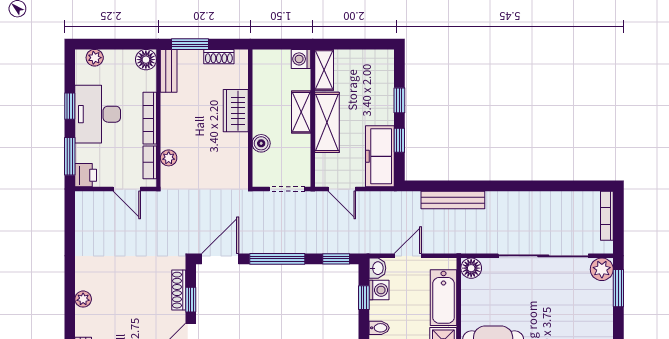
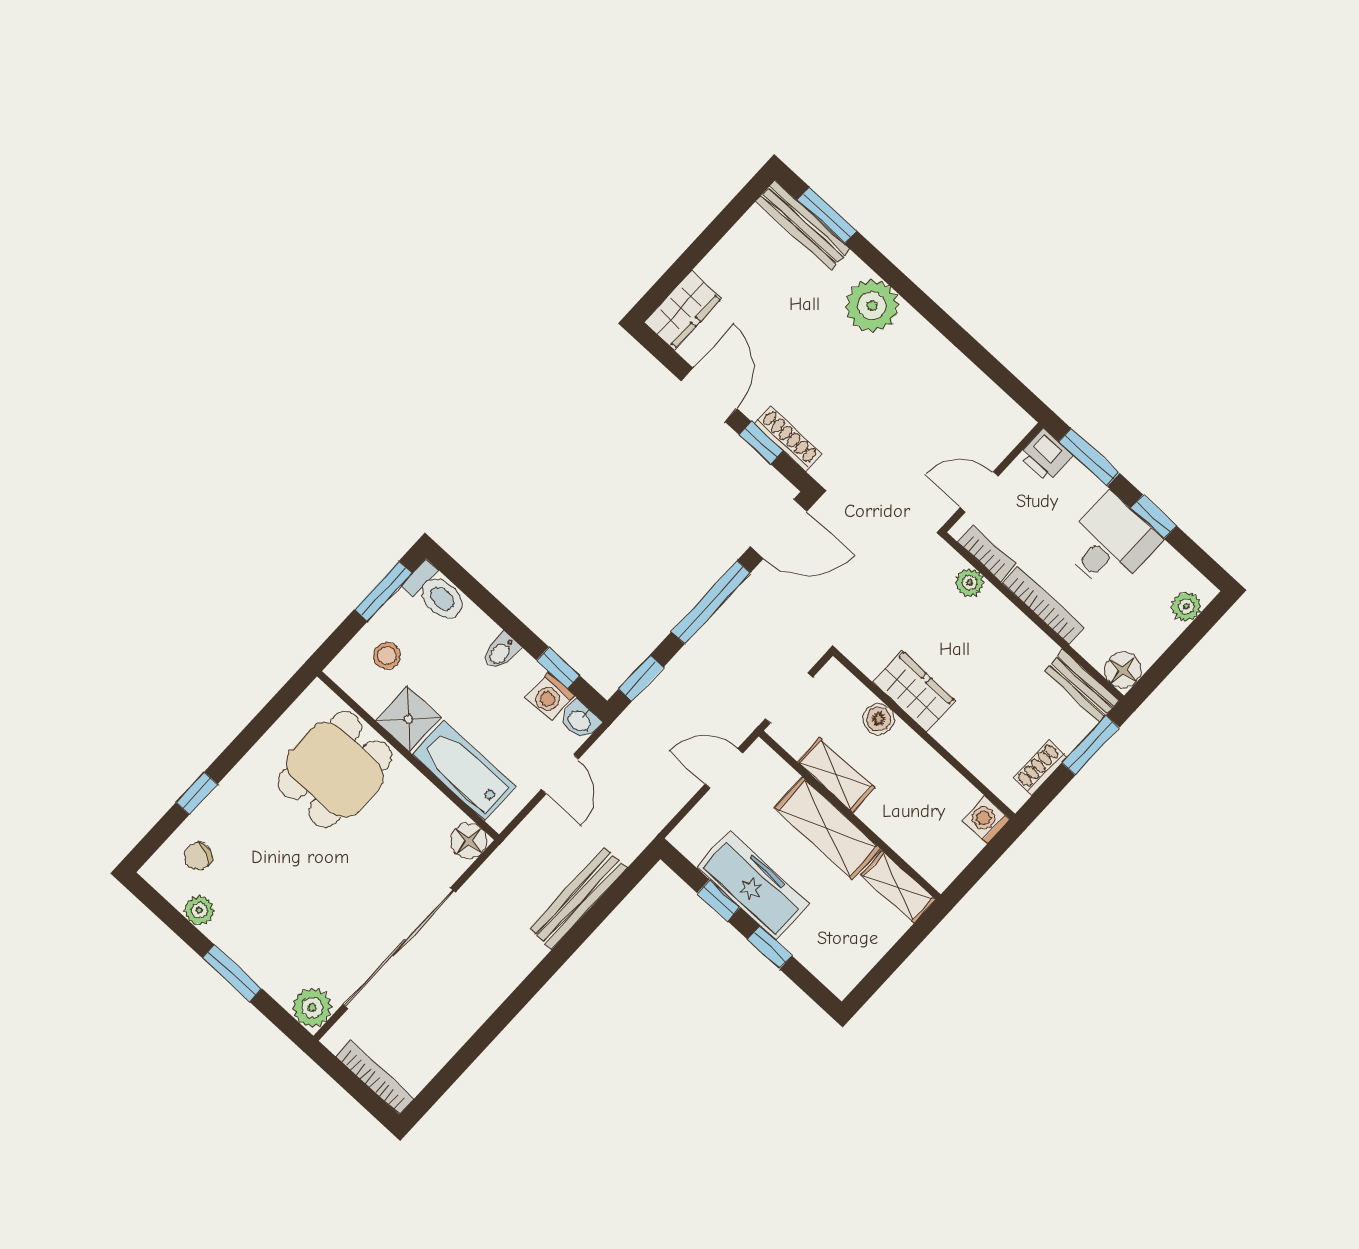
washing machine: (301, 59) -> (986, 820), moved, turned -90
wardrobe: (236, 111) -> (914, 691), moved
shelving: (301, 112) -> (836, 775), moved
desk: (98, 114) -> (1110, 543), width x0.73
freezer: (380, 156) -> (753, 886), moved
door: (220, 259) -> (779, 529), hinge flipped
window: (618, 288) -> (232, 973), moved
plant: (83, 299) -> (872, 306), width x1.88, depth x1.88

